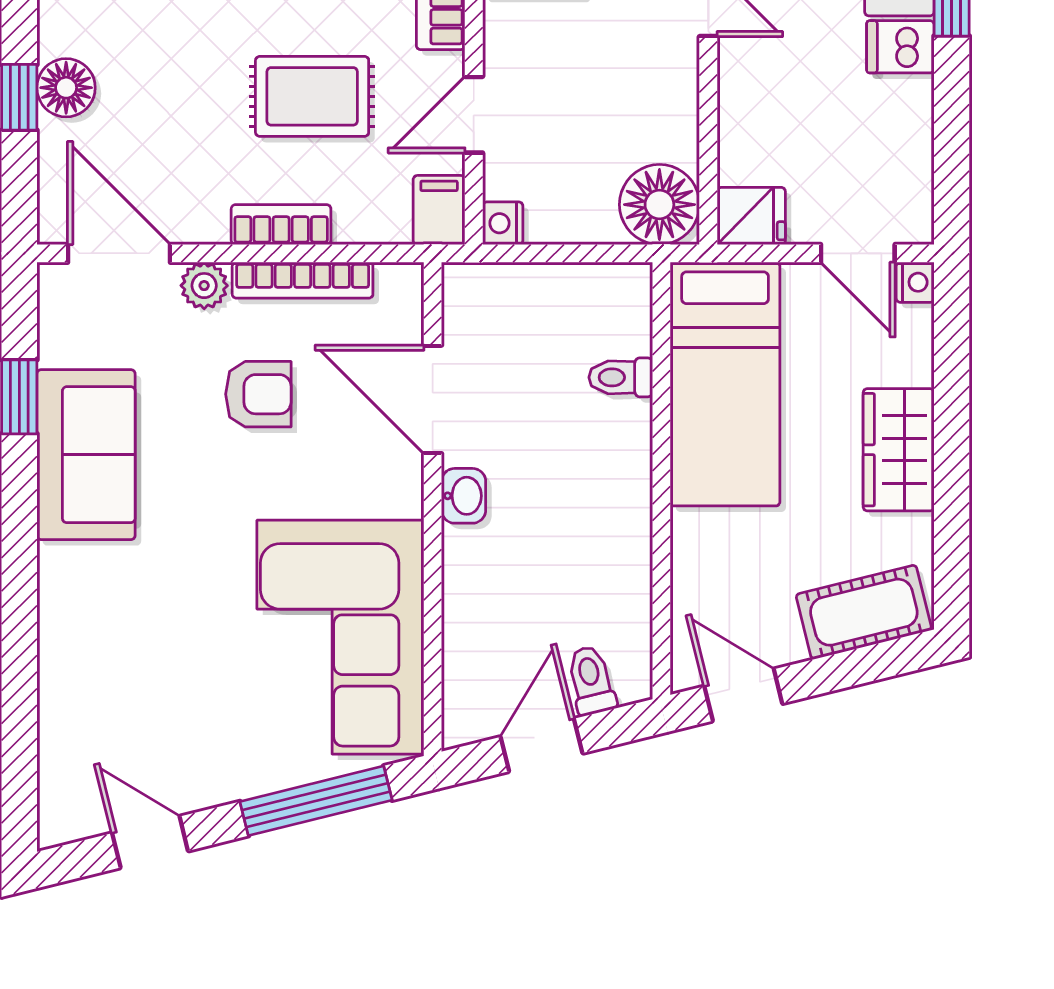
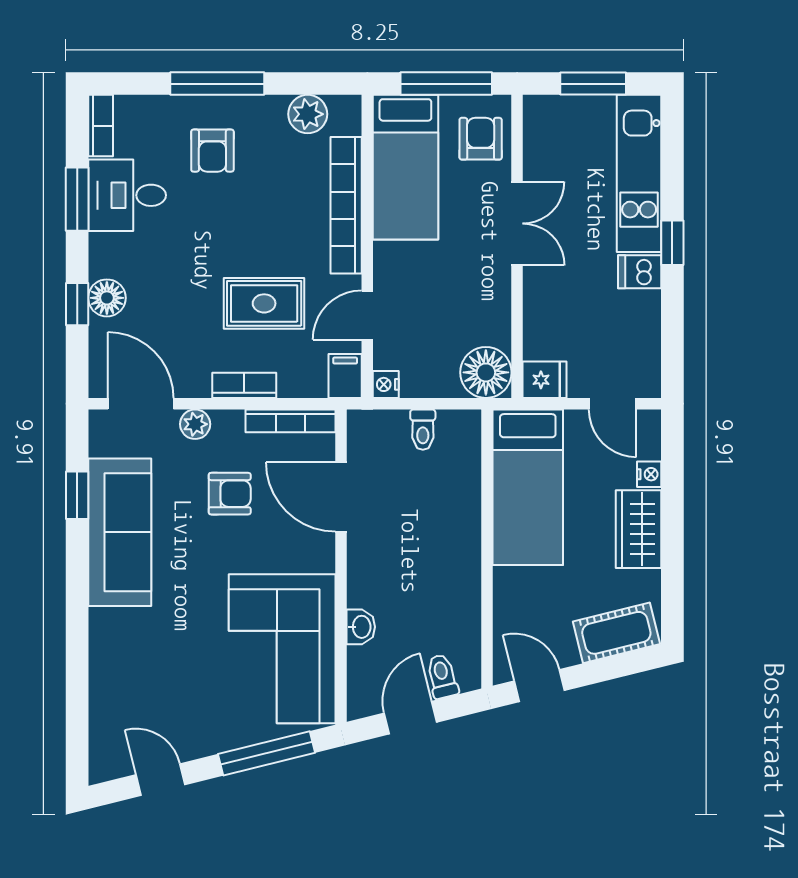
bookcase: (303, 280) -> (290, 421), moved
nightstand: (915, 282) -> (649, 474), moved
toilet: (621, 377) -> (423, 430), moved, turned -90
sofa: (86, 455) -> (120, 532), width x1.36
washbasin: (464, 496) -> (361, 627), moved

